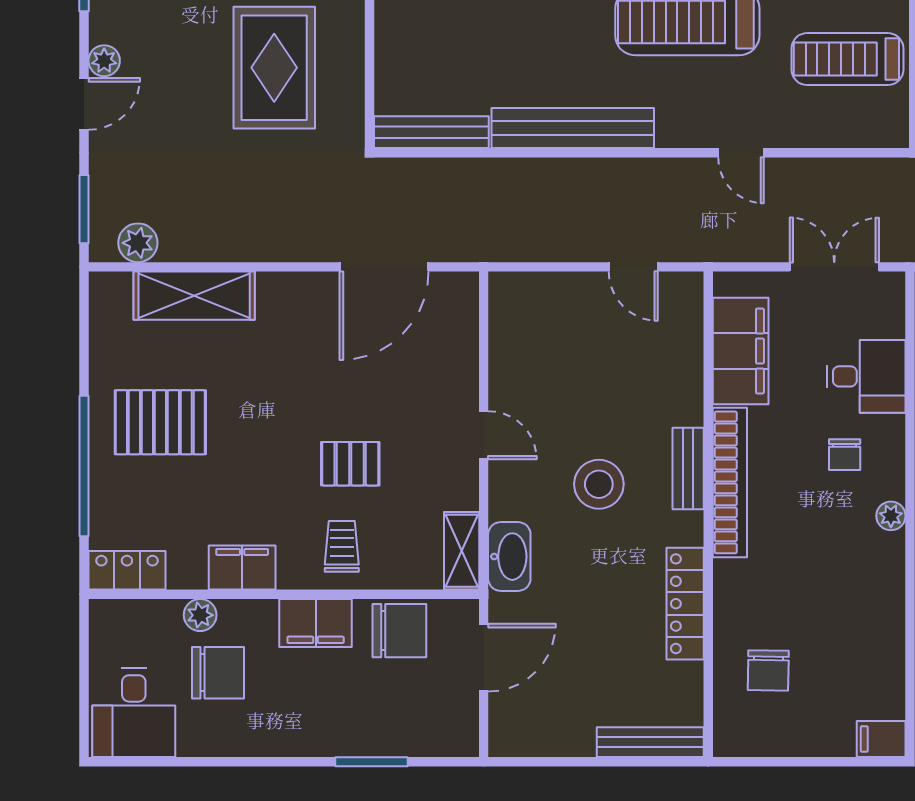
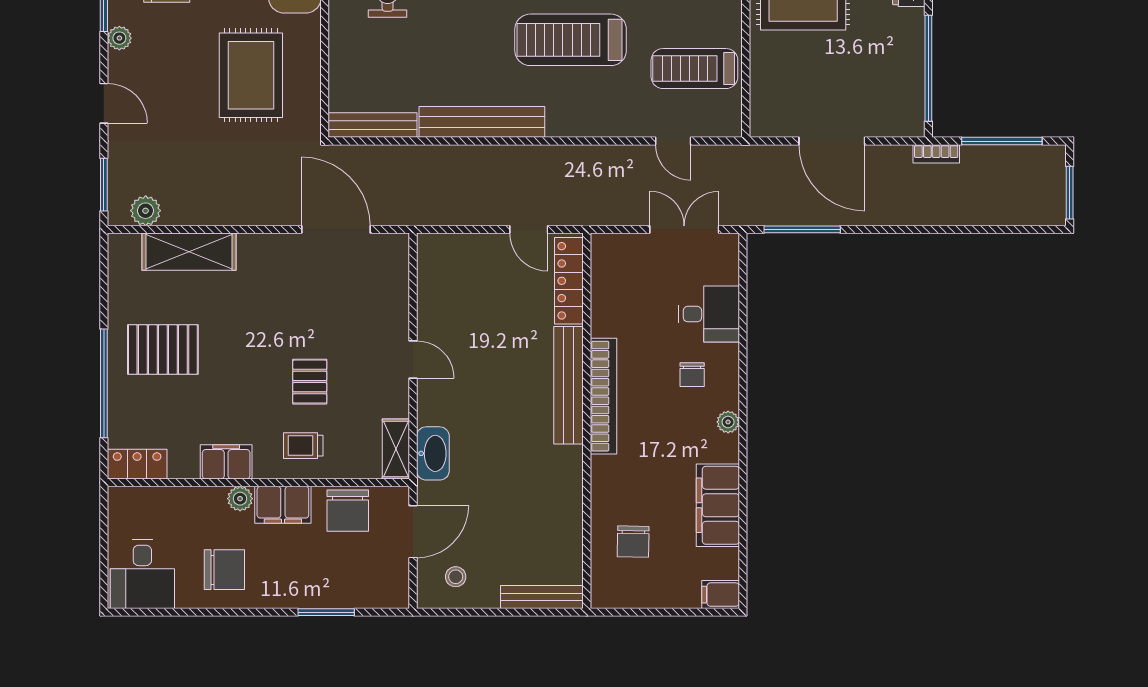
plant: (104, 61) -> (119, 38), moved
door: (84, 104) -> (104, 103), hinge flipped
door: (741, 153) -> (673, 141), moved
door: (384, 267) -> (336, 229), swing flipped
filing cabinet: (741, 351) -> (718, 505), moved, turned 180
pallet: (350, 464) -> (310, 382), turned 90
bench: (688, 469) -> (569, 385), width x1.86, depth x1.21
stool: (599, 484) -> (456, 577), moved, width x0.53, depth x0.53
trolley: (342, 546) -> (303, 446), turned -90
locker: (685, 604) -> (569, 281), moved
plant: (200, 615) -> (240, 499), moved
chair: (399, 631) -> (348, 511), turned 90
chair: (218, 673) -> (224, 570), moved

